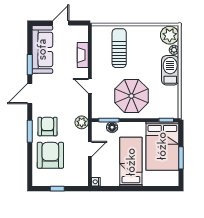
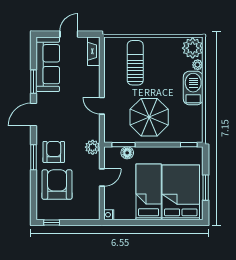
fireplace: (83, 55) -> (94, 51), moved
bed: (162, 146) -> (181, 192), moved, turned 180
window: (57, 189) -> (52, 222), moved

